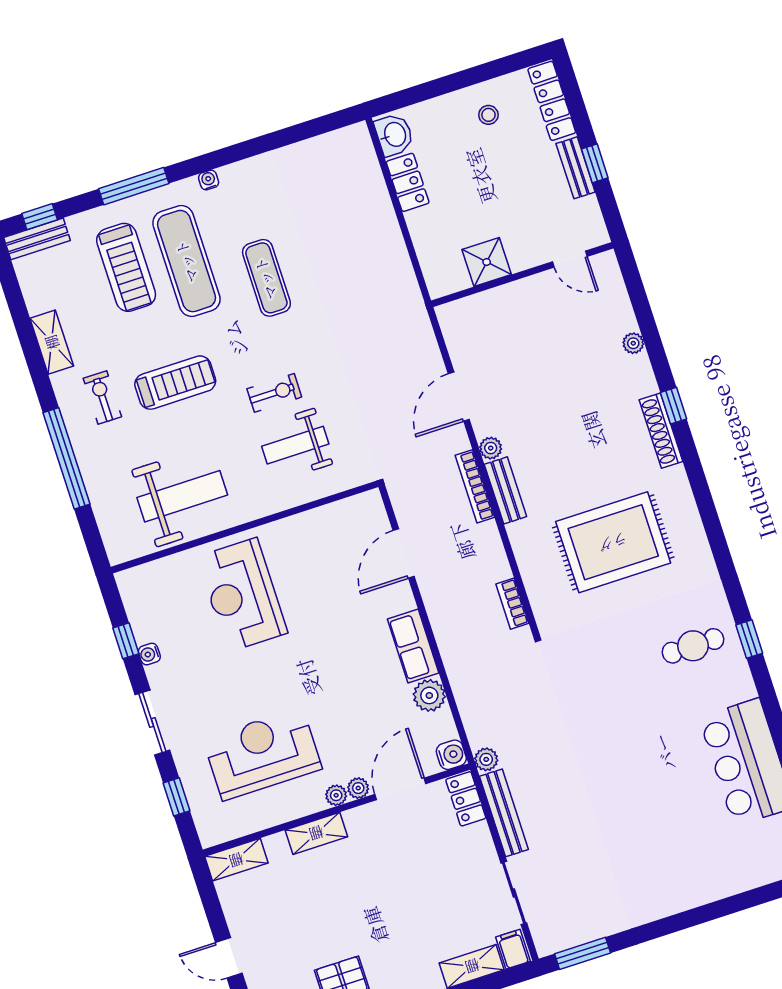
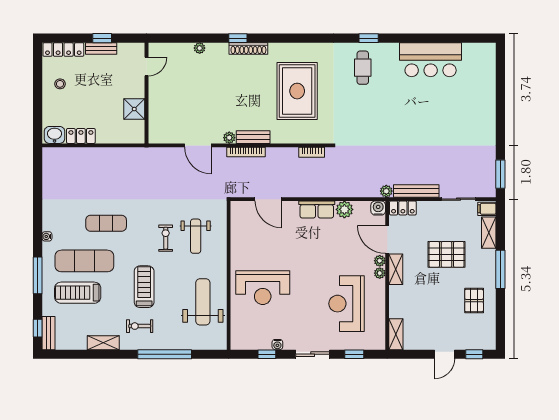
treadmill: (126, 267) -> (78, 293), turned 180
shelving: (316, 833) -> (396, 269), moved
pallet: (408, 904) -> (447, 254), added

